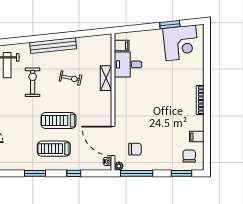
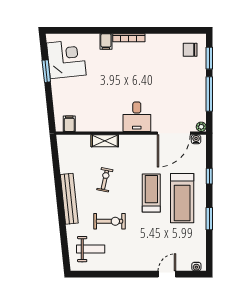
desk: (128, 64) -> (137, 117), moved
exercise bike: (33, 82) -> (109, 221), turned 180
treadmill: (58, 121) -> (151, 193), turned 180
filing cabinet: (197, 137) -> (106, 41), moved
treadmill: (54, 149) -> (182, 198), width x1.37, depth x1.38
chair: (135, 149) -> (183, 109), removed
window: (137, 173) -> (209, 94), moved

